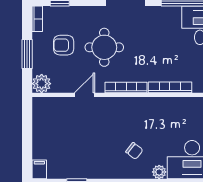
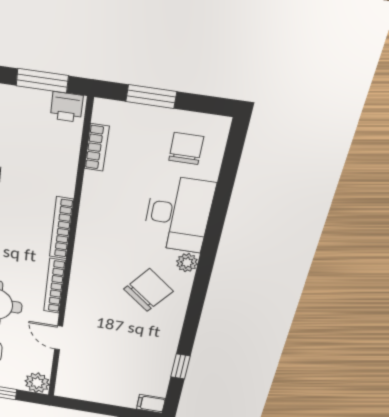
chair: (134, 151) -> (148, 290), width x1.87, depth x1.87

